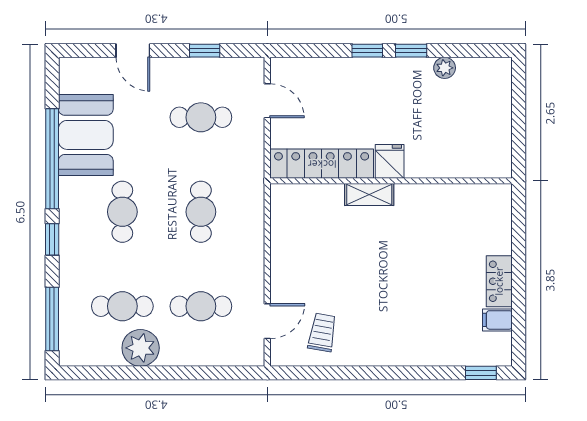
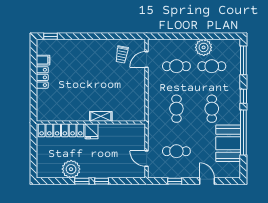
plant: (445, 68) -> (71, 169), width x1.88, depth x1.88
locker: (322, 164) -> (61, 130), moved

